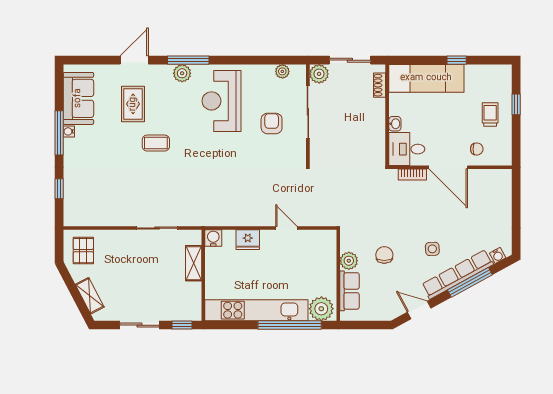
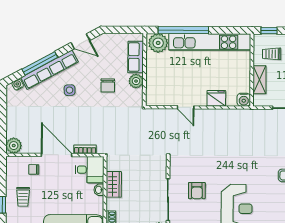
wardrobe: (376, 131) -> (114, 184), added
plant: (502, 179) -> (14, 146), added
trolley: (178, 296) -> (272, 54), added

